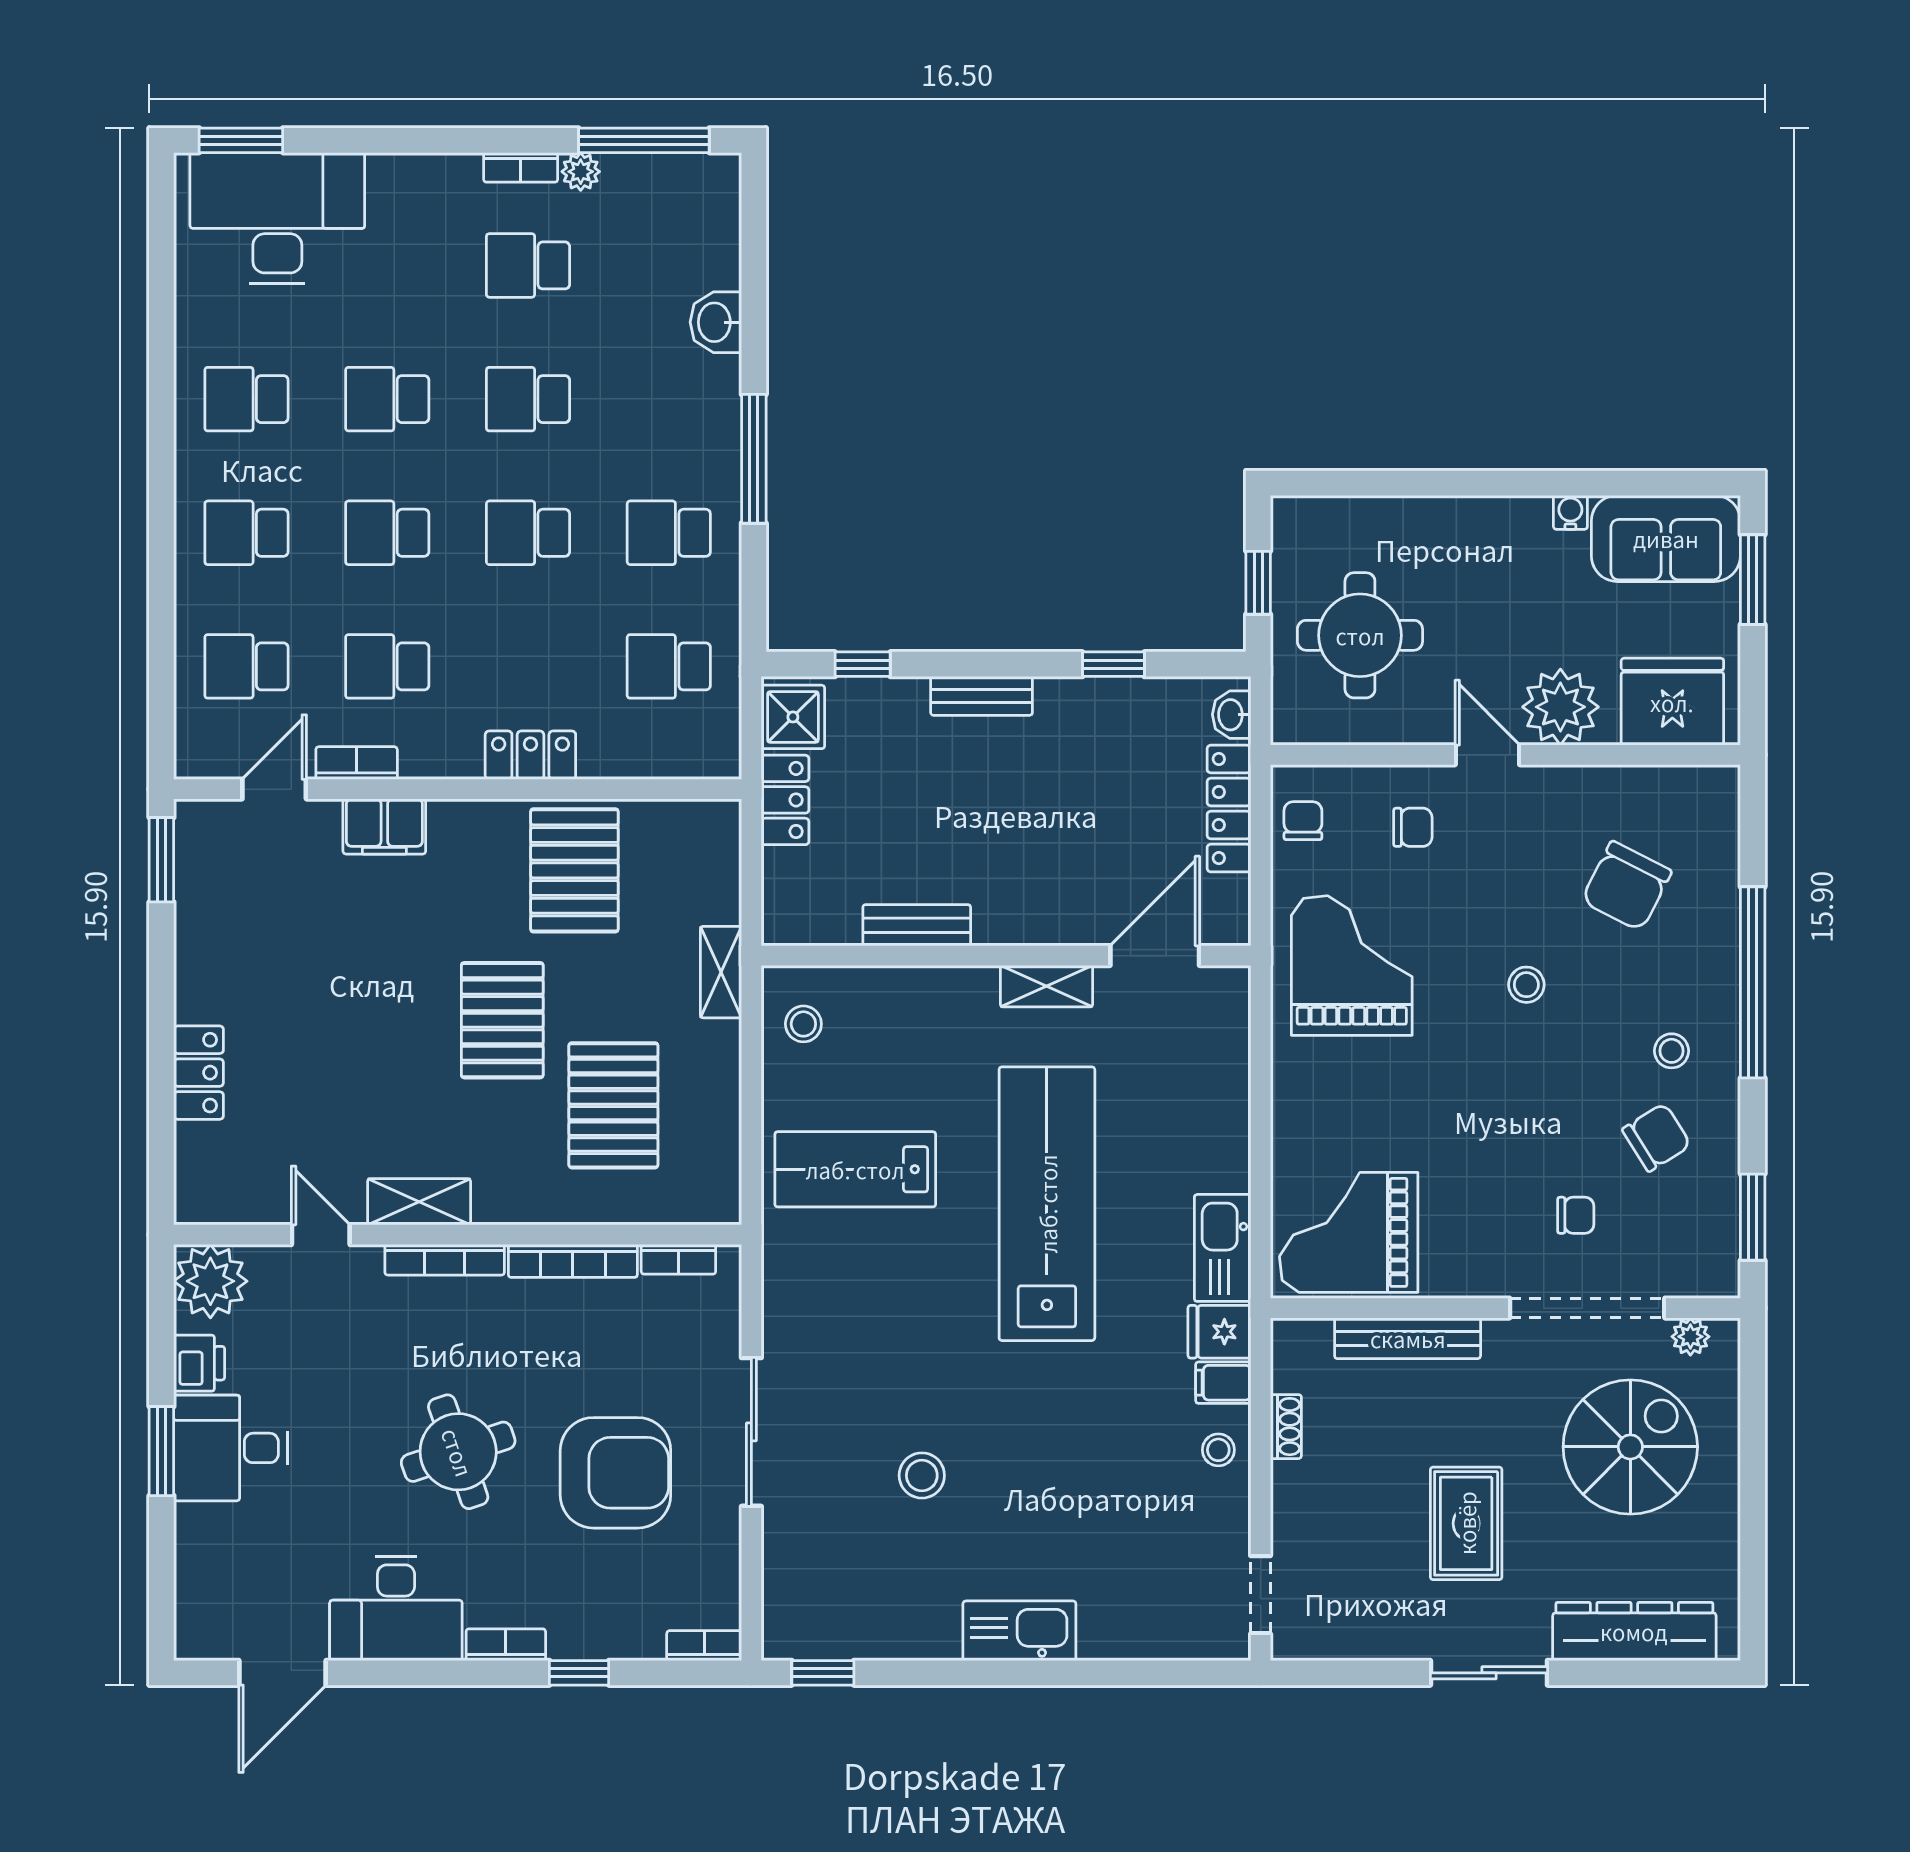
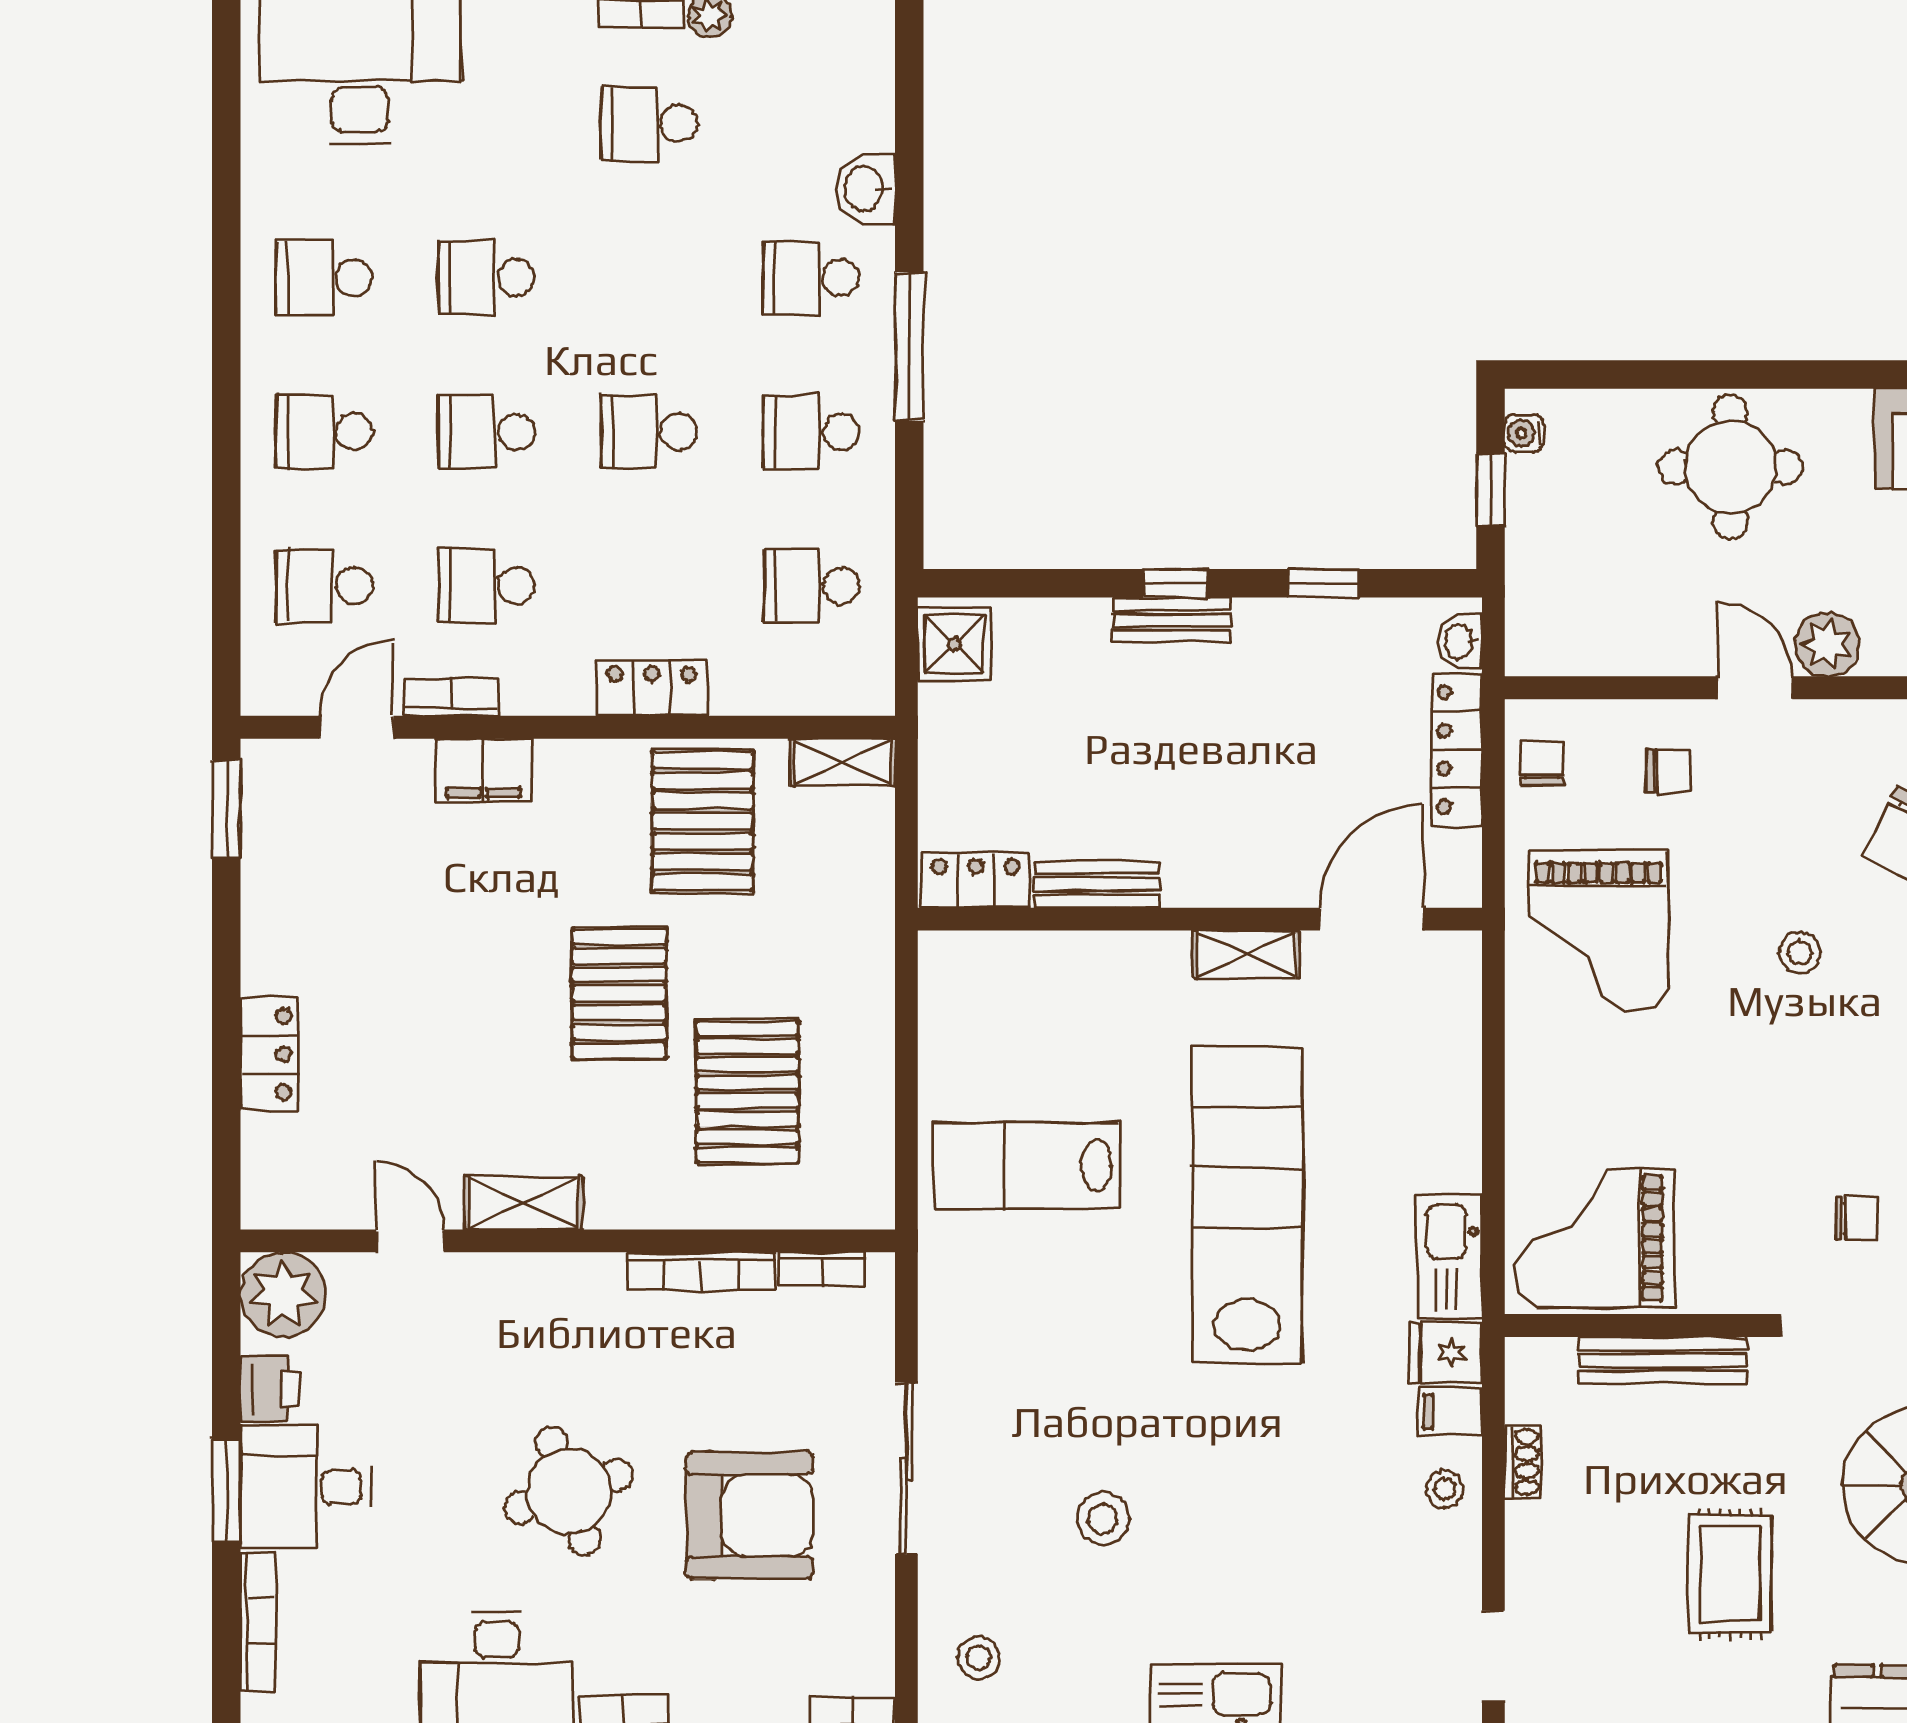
school desk: (528, 399) -> (811, 278), moved
water cooler: (1570, 512) -> (1524, 433), moved, turned -90
round table: (1360, 635) -> (1730, 467), moved
window: (863, 664) -> (1175, 583), moved
plant: (1560, 707) -> (1827, 644), width x0.73, depth x0.73
locker: (785, 800) -> (976, 880), moved, turned -90
grand piano: (1352, 966) -> (1598, 931), turned 180
shelving: (721, 972) -> (842, 762), moved, turned 90
stool: (803, 1024) -> (979, 1658), moved
bookcase: (445, 1260) -> (258, 1621), moved, turned -90

